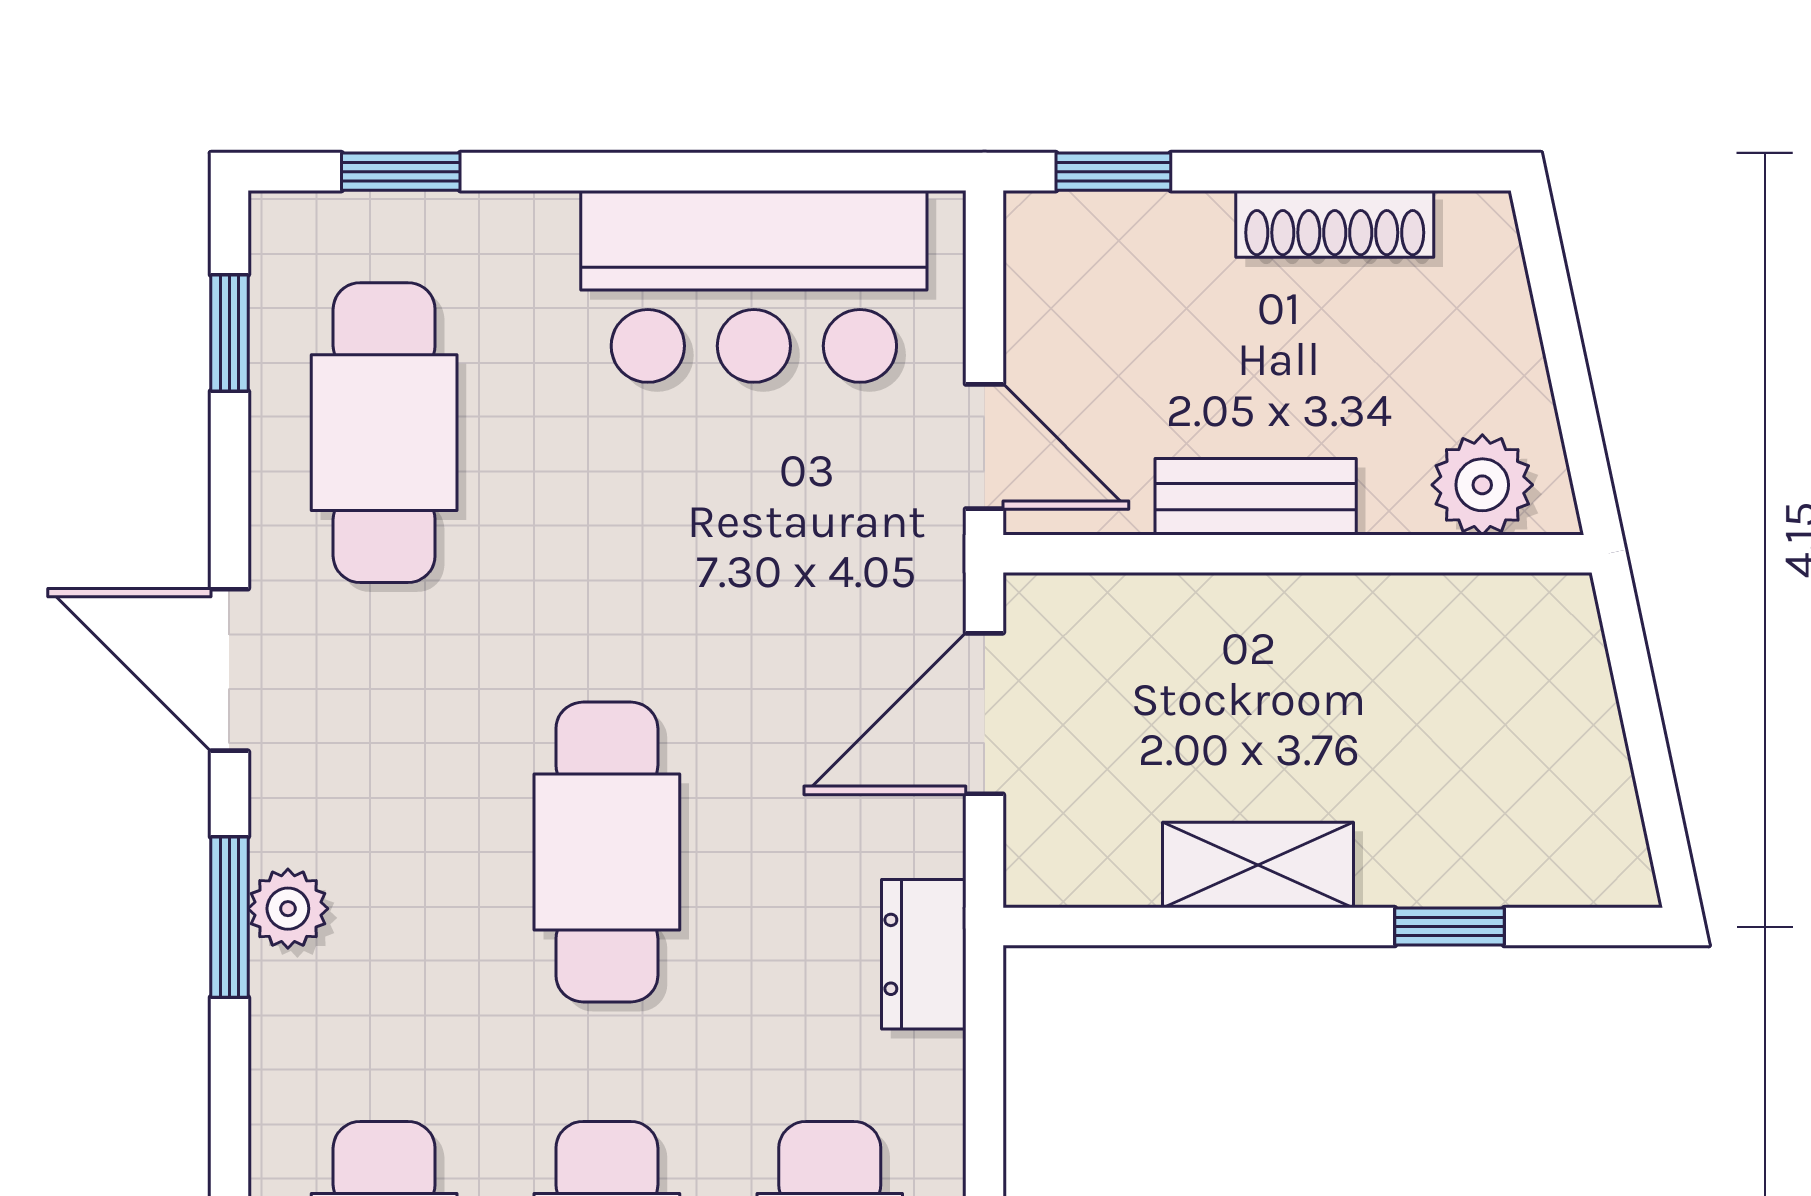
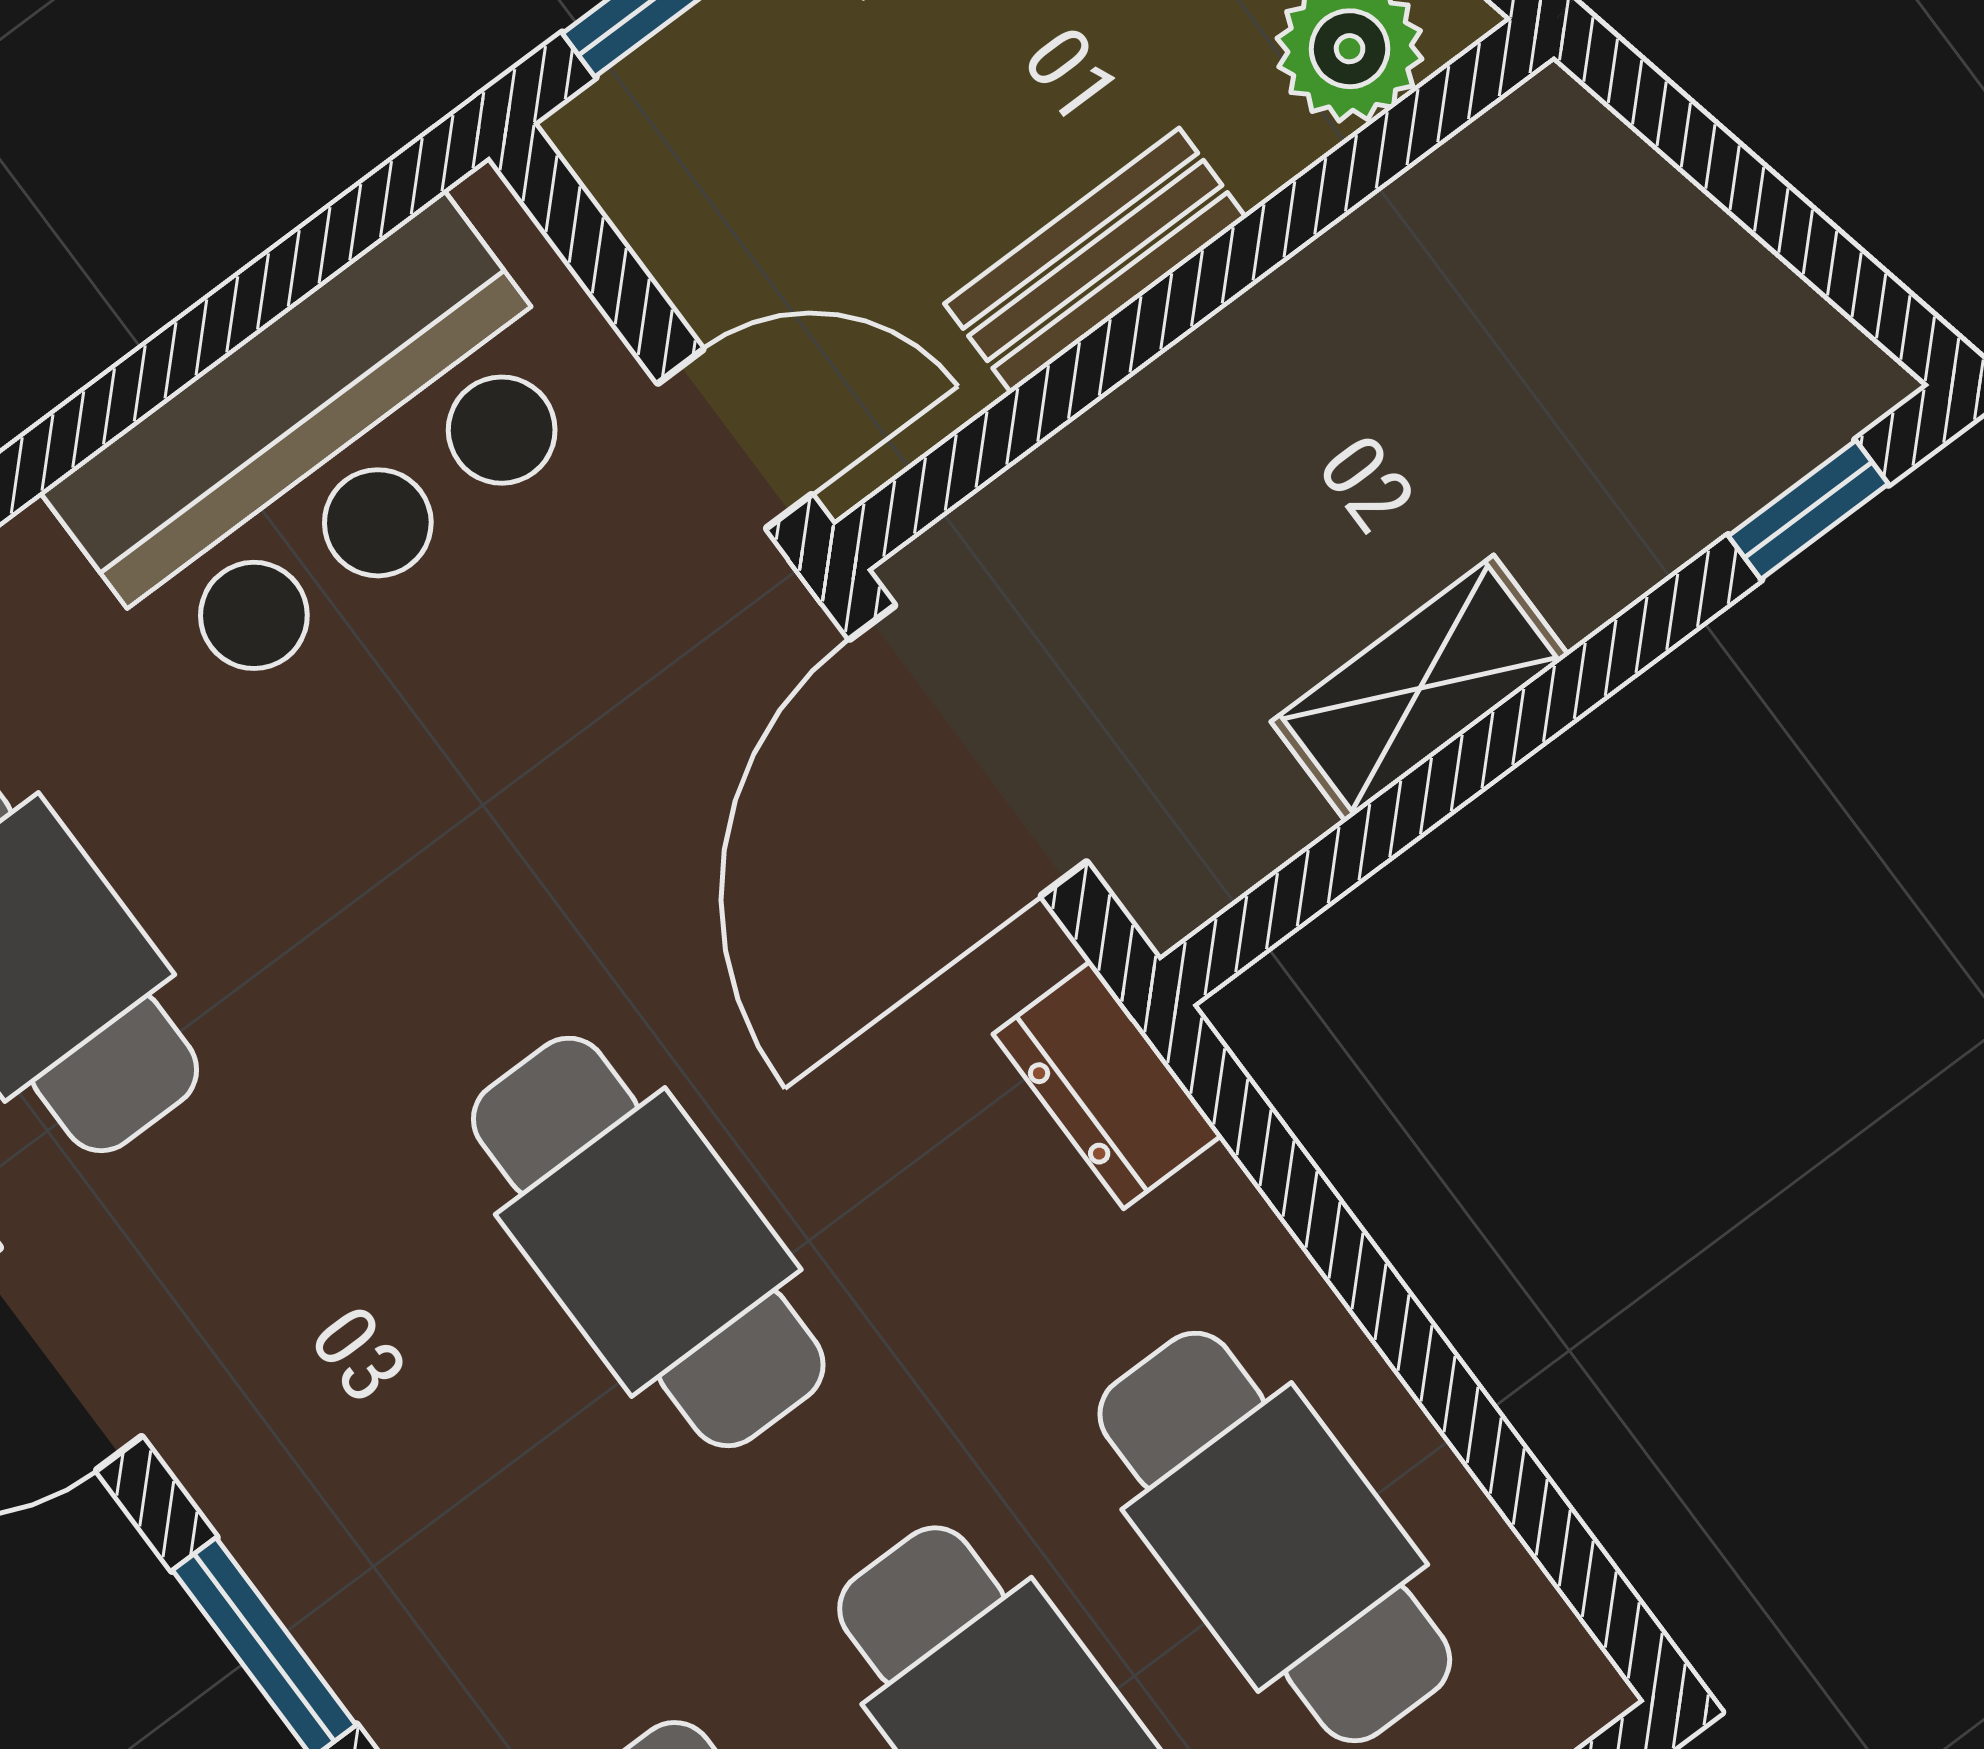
door: (984, 714) -> (968, 751), width x1.36
plant: (288, 909) -> (325, 1587), removed
window: (1450, 927) -> (1808, 510), moved

